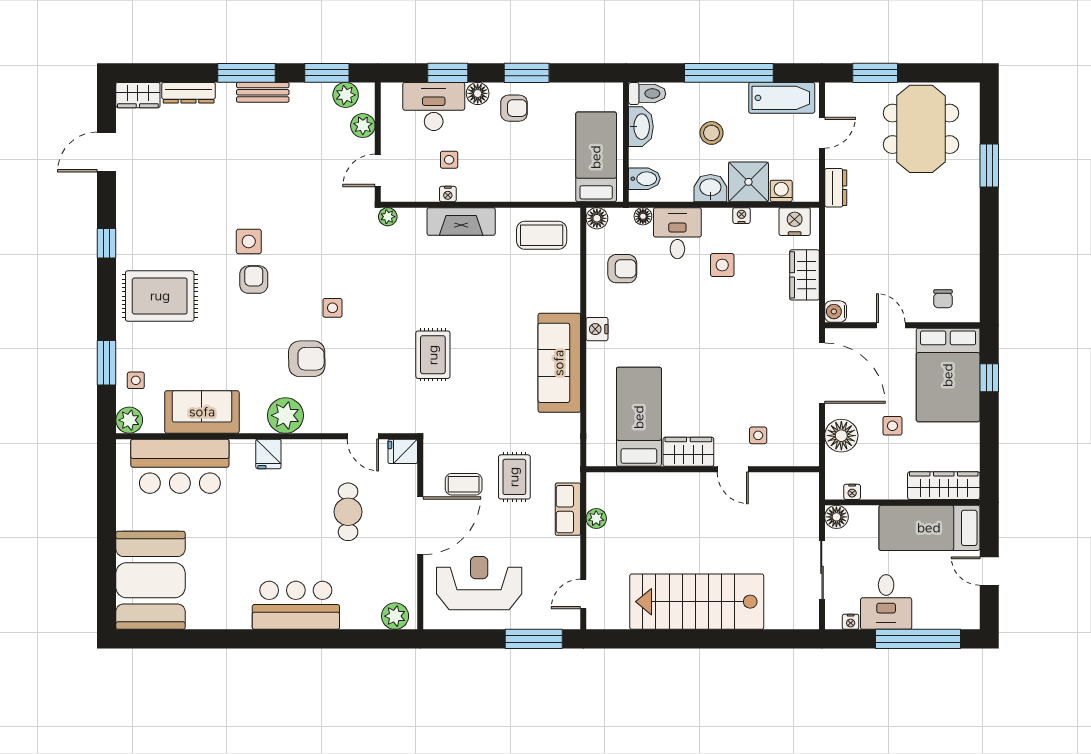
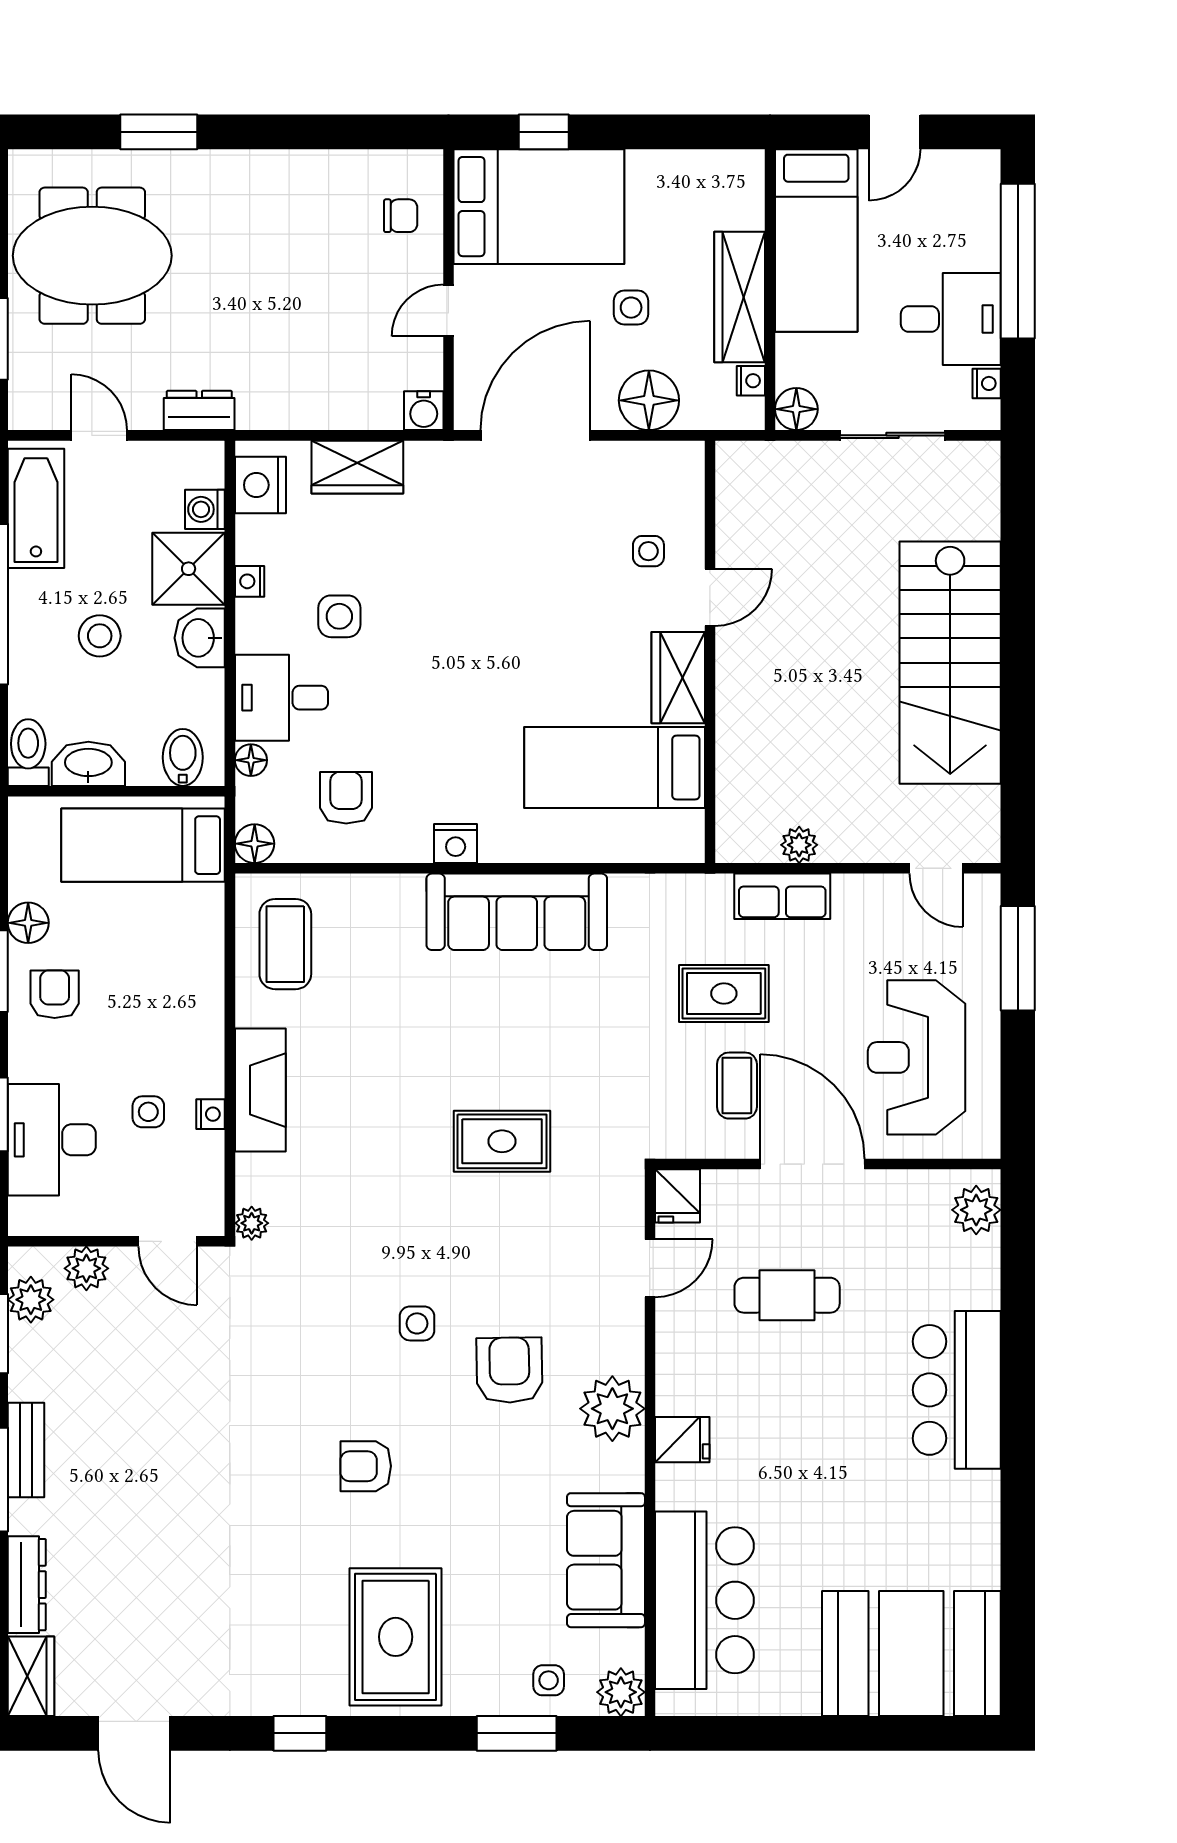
floor lamp: (478, 93) -> (28, 923), moved
side table: (249, 241) -> (297, 1475), removed
wardrobe: (944, 486) -> (740, 297), moved

